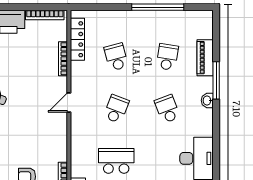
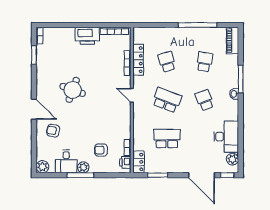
locker: (77, 39) -> (138, 60), moved
piano: (205, 58) -> (233, 41), moved
door: (69, 102) -> (132, 95), hinge flipped
school desk: (116, 109) -> (167, 100), width x1.85

